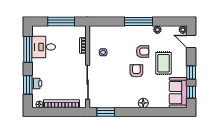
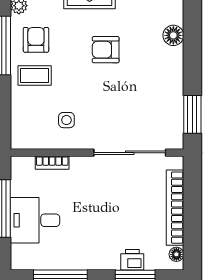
coffee table: (124, 37) -> (35, 75), added
desk: (44, 47) -> (35, 220), moved, turned 90
armchair: (143, 51) -> (36, 40), moved

